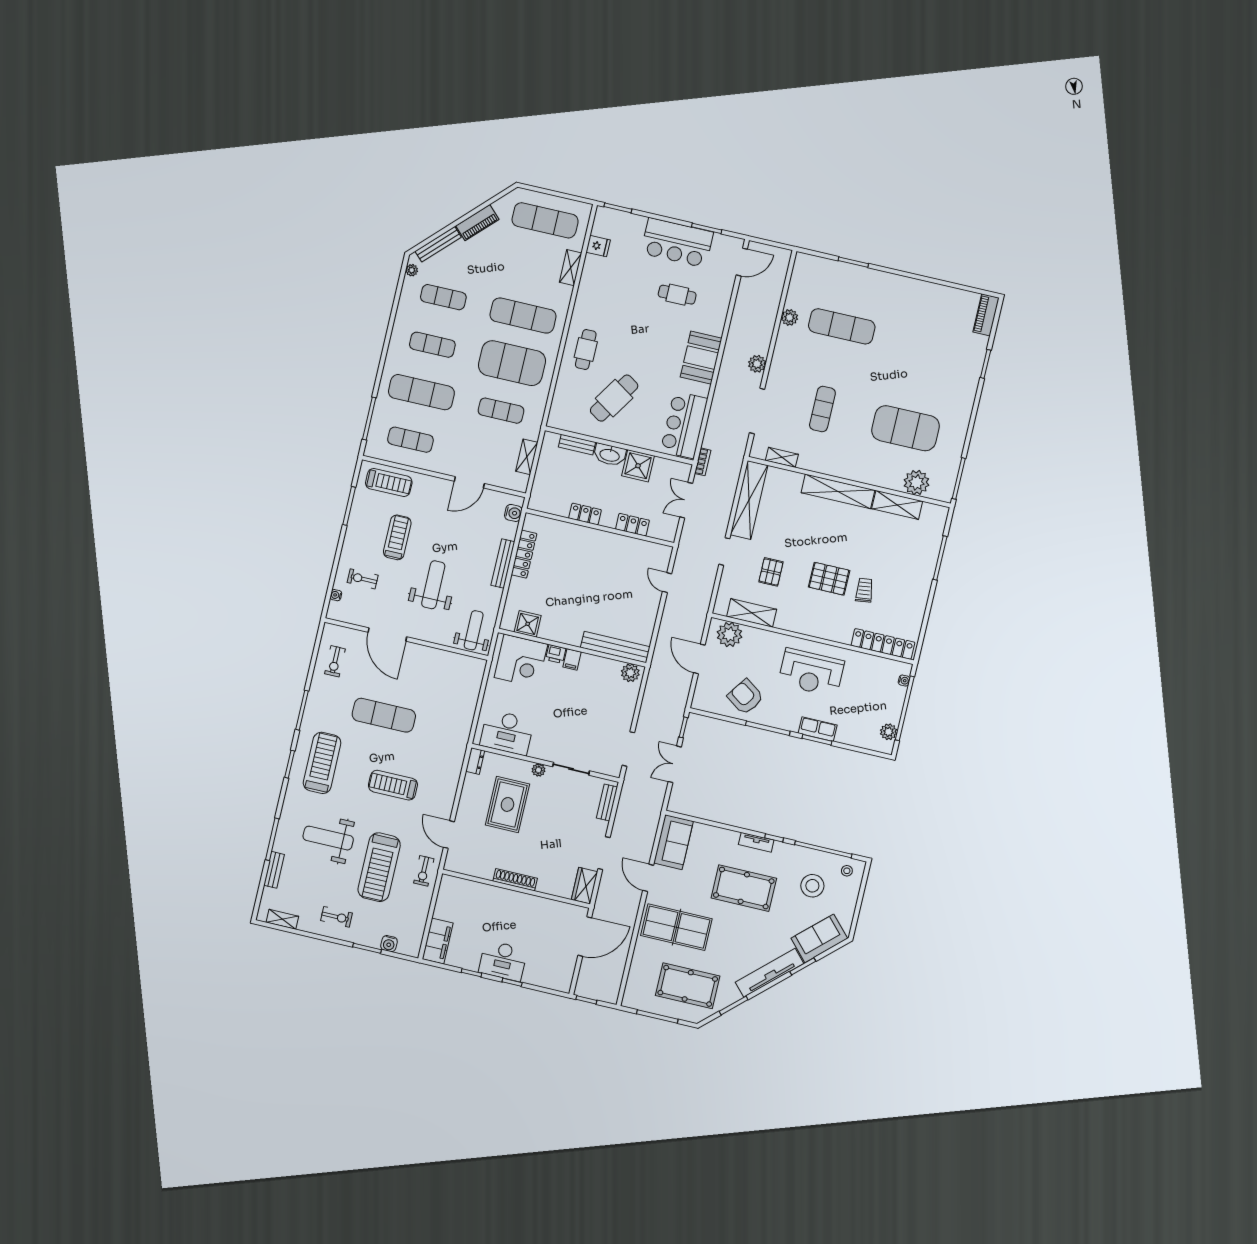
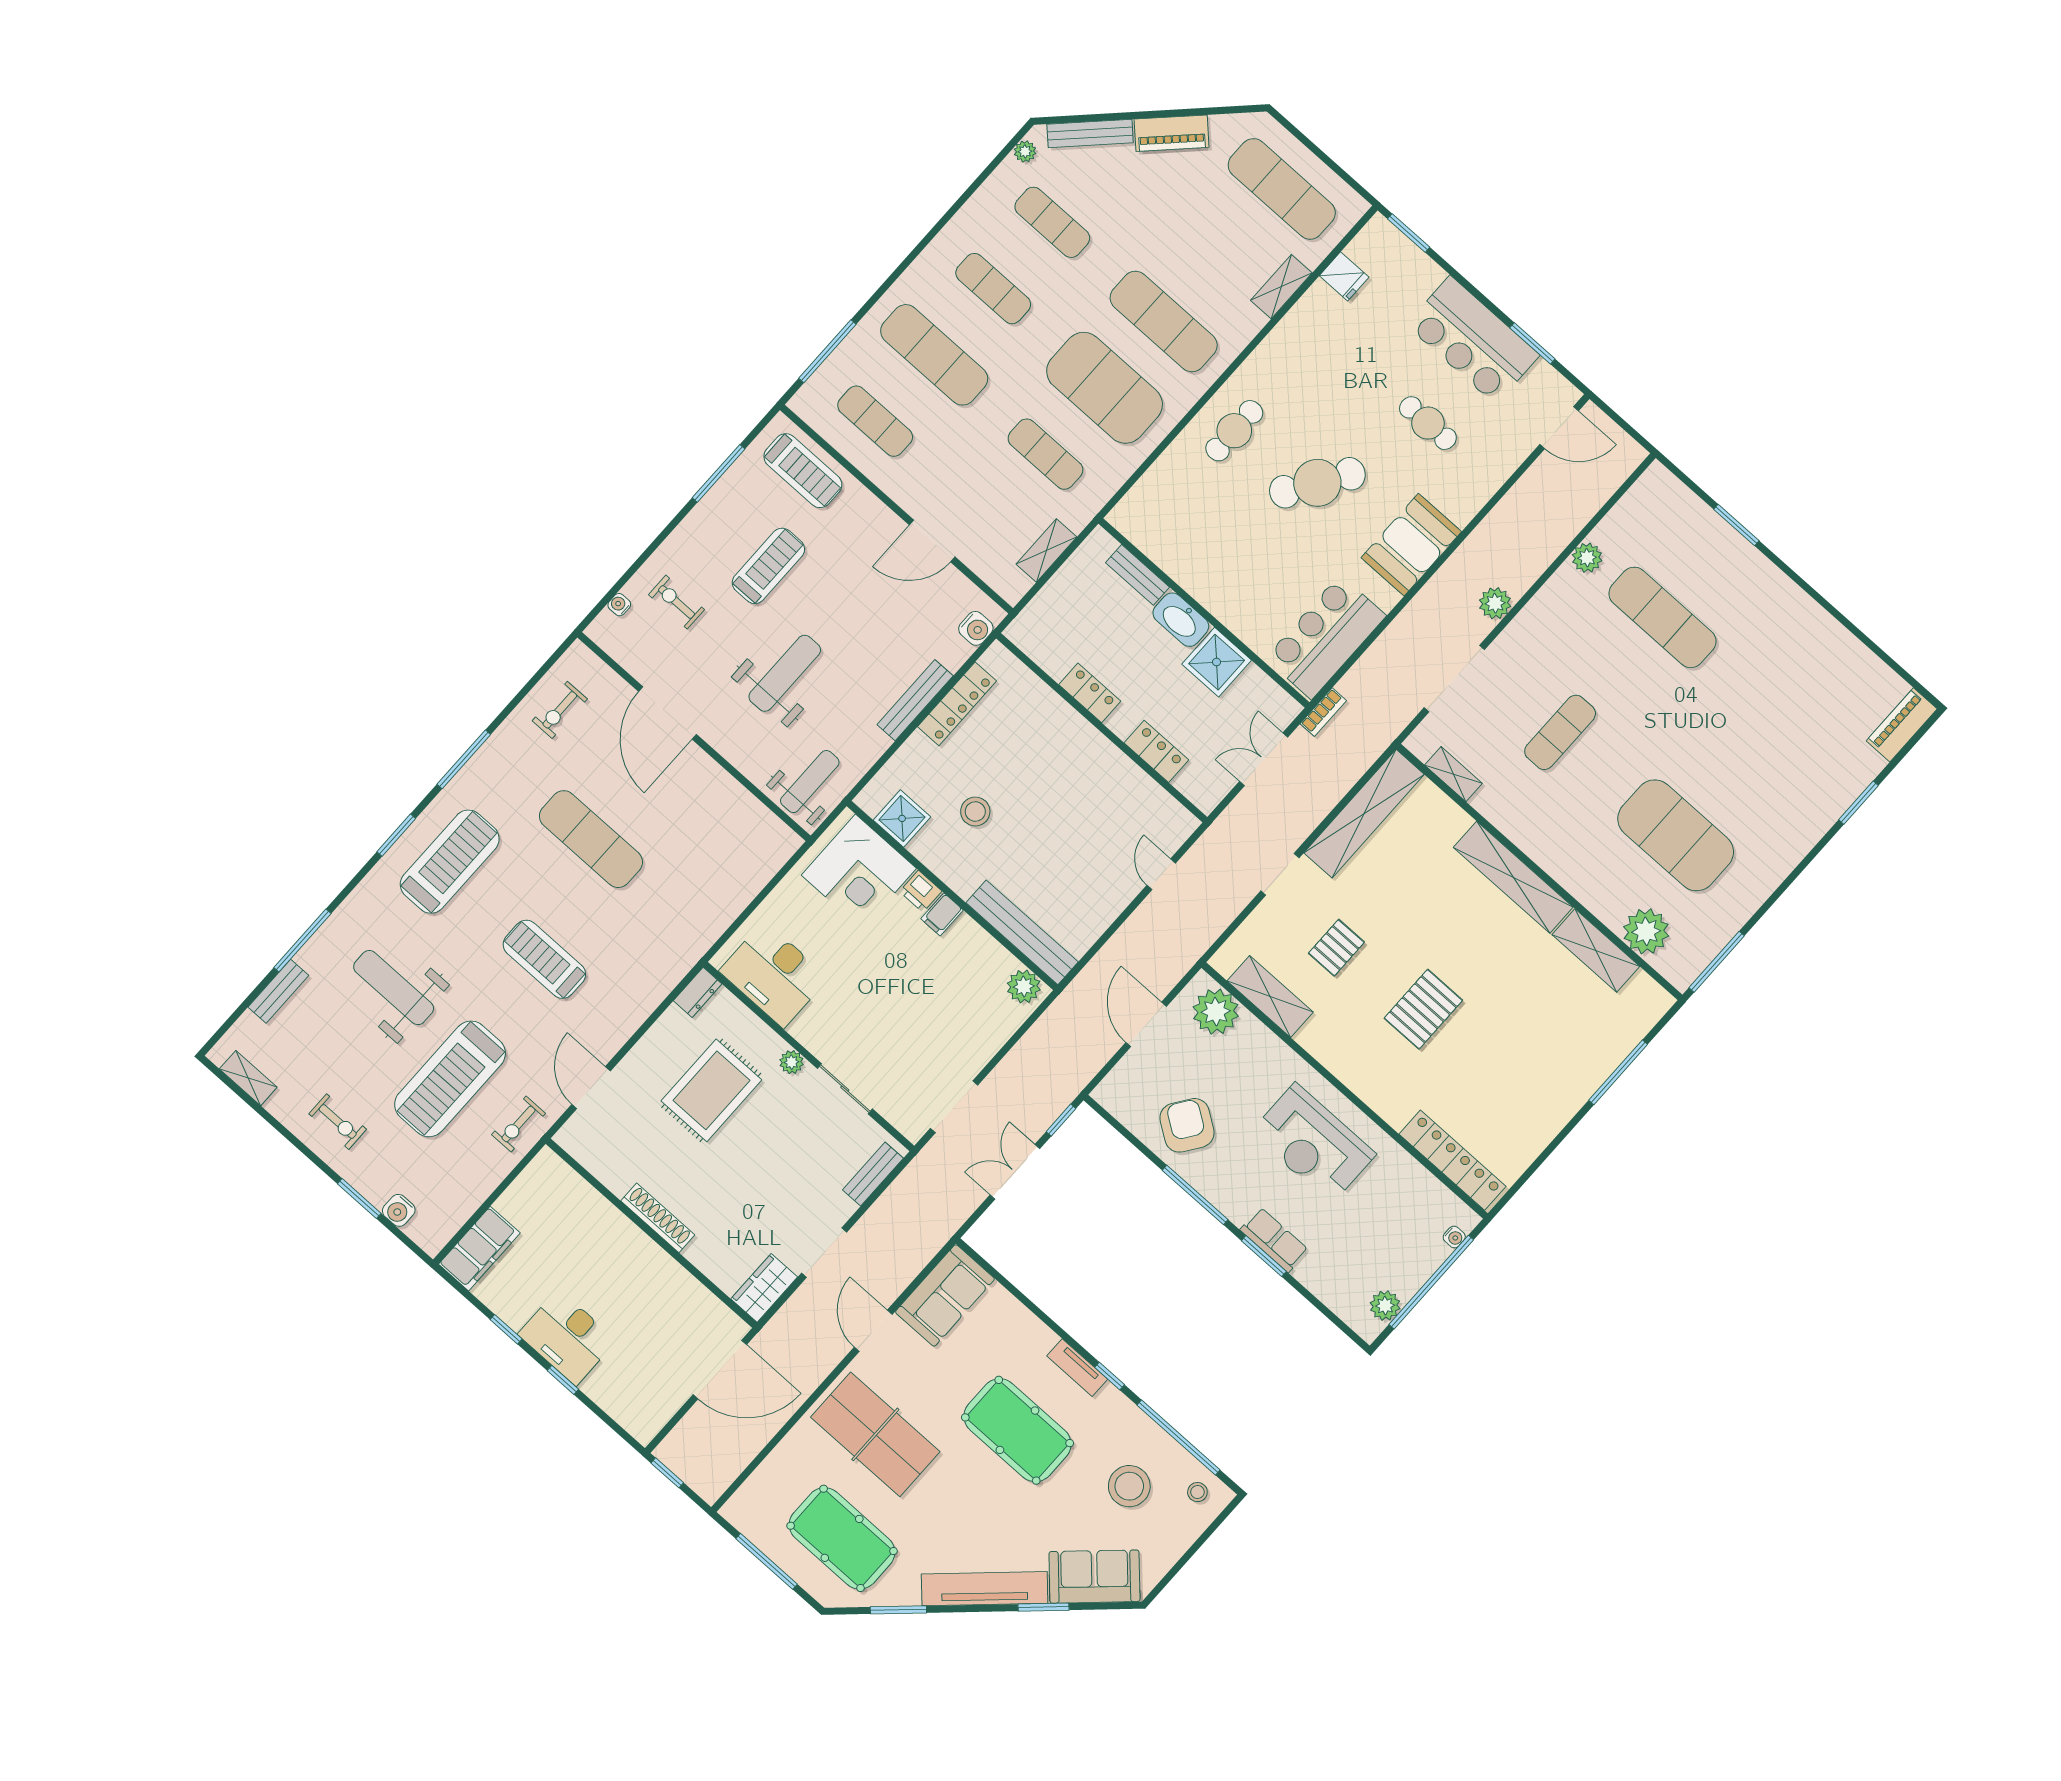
cafe table: (614, 398) -> (1317, 483), moved
pallet: (829, 579) -> (1423, 1009), turned 90
trolley: (864, 590) -> (1469, 1058), removed
stool: (561, 601) -> (975, 811), added

